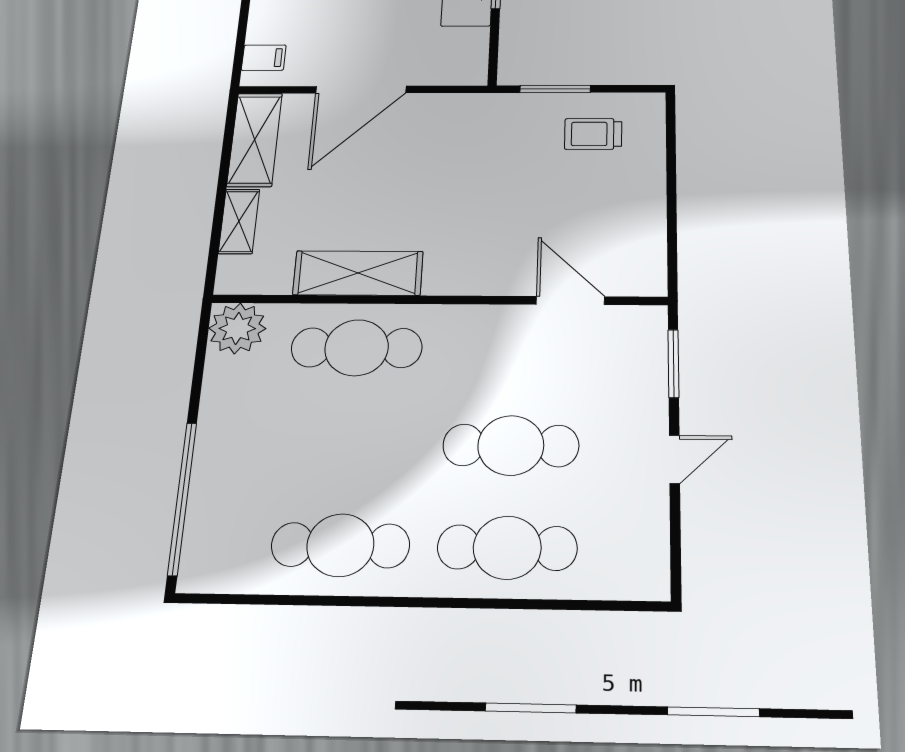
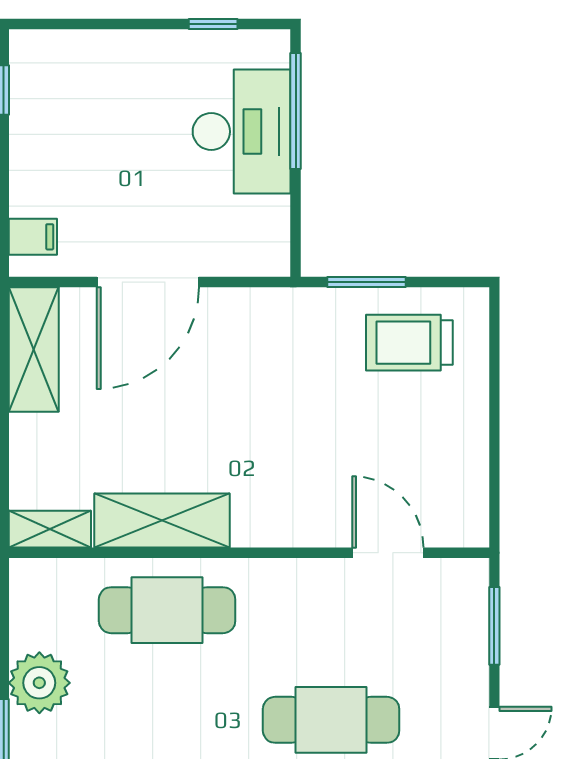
trolley: (593, 134) -> (409, 343), width x1.36, depth x1.39
shelving: (239, 221) -> (50, 529), moved, turned 90
plant: (237, 328) -> (39, 683), moved

